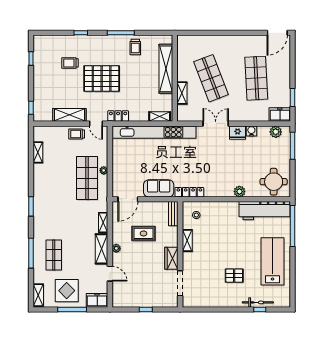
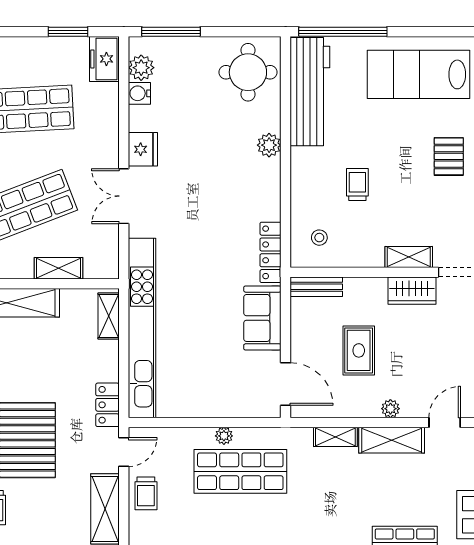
water cooler: (251, 131) -> (139, 93), moved
trolley: (221, 233) -> (357, 185), added
shelving: (187, 241) -> (409, 257), moved

